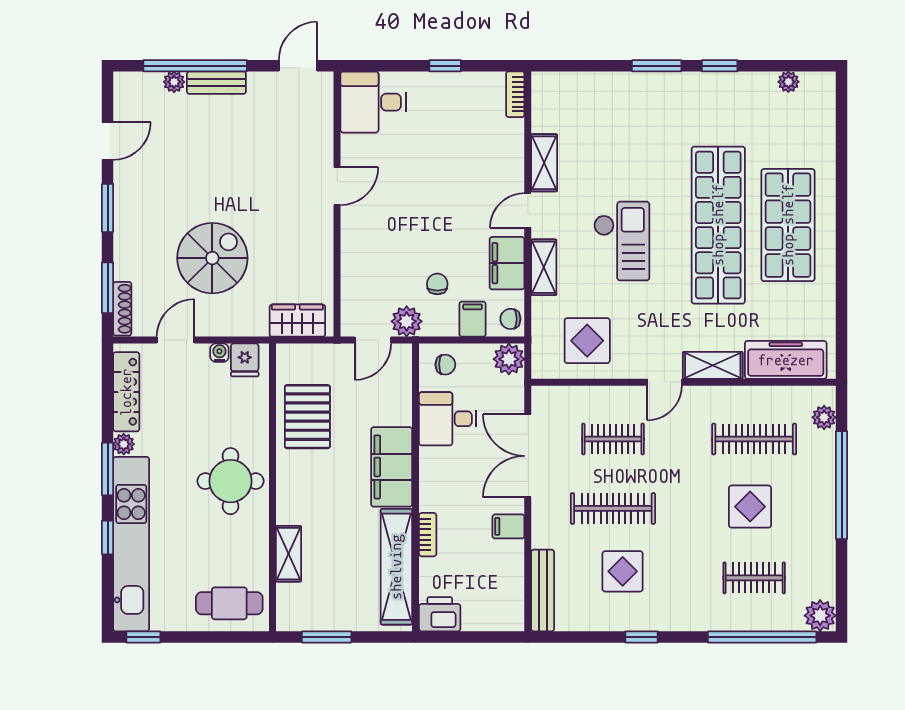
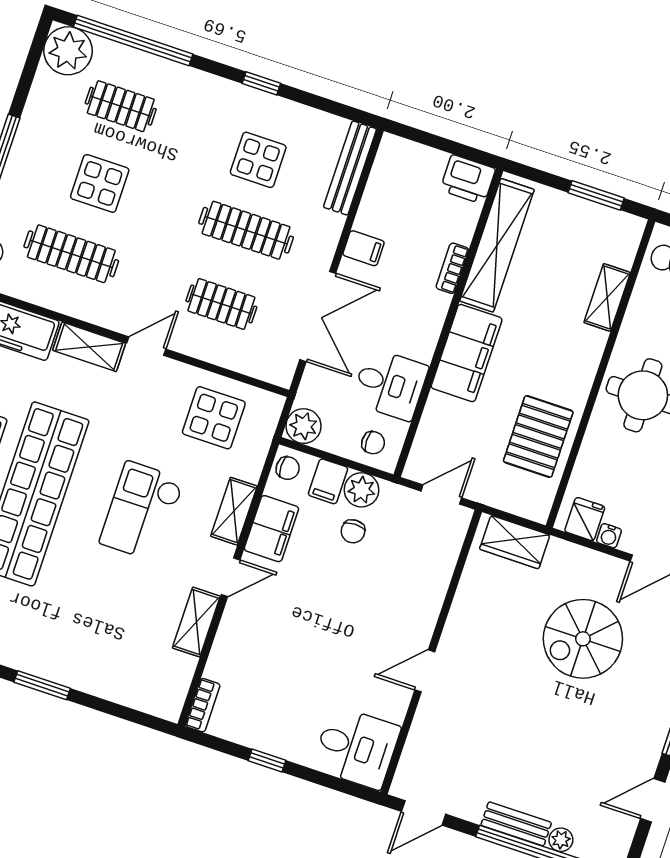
plant: (407, 321) -> (361, 490), moved
chair: (445, 365) -> (373, 443), turned 180
plant: (820, 616) -> (68, 51), width x1.36, depth x1.36

